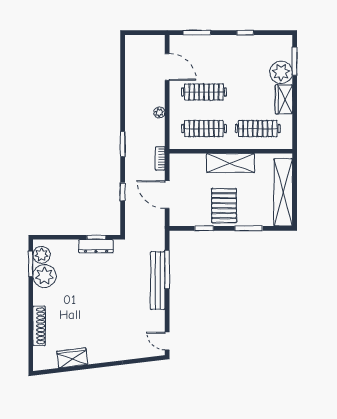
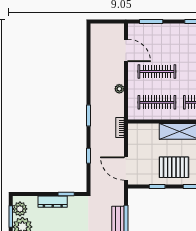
door: (167, 195) -> (126, 169), moved
pallet: (224, 206) -> (174, 167), turned 90
dresser: (96, 246) -> (53, 202), moved

